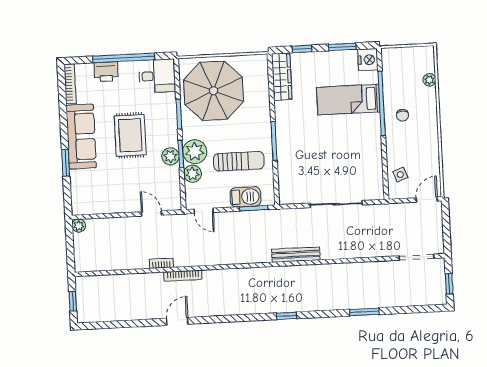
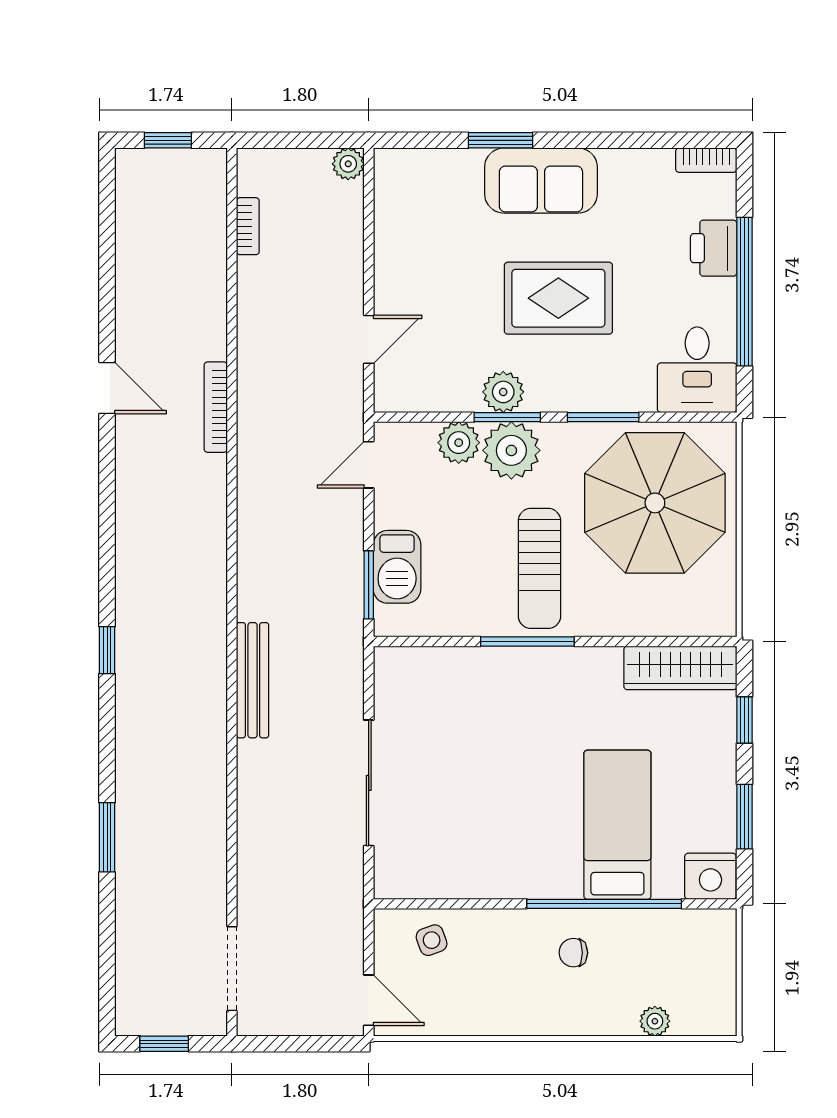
bookcase: (70, 84) -> (706, 160), width x0.64
sofa: (81, 137) -> (541, 181), width x0.73
sun lounger: (239, 161) -> (539, 568), moved
bookcase: (161, 263) -> (248, 226), moved

